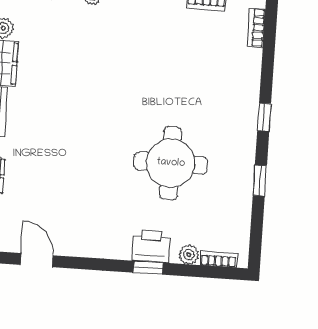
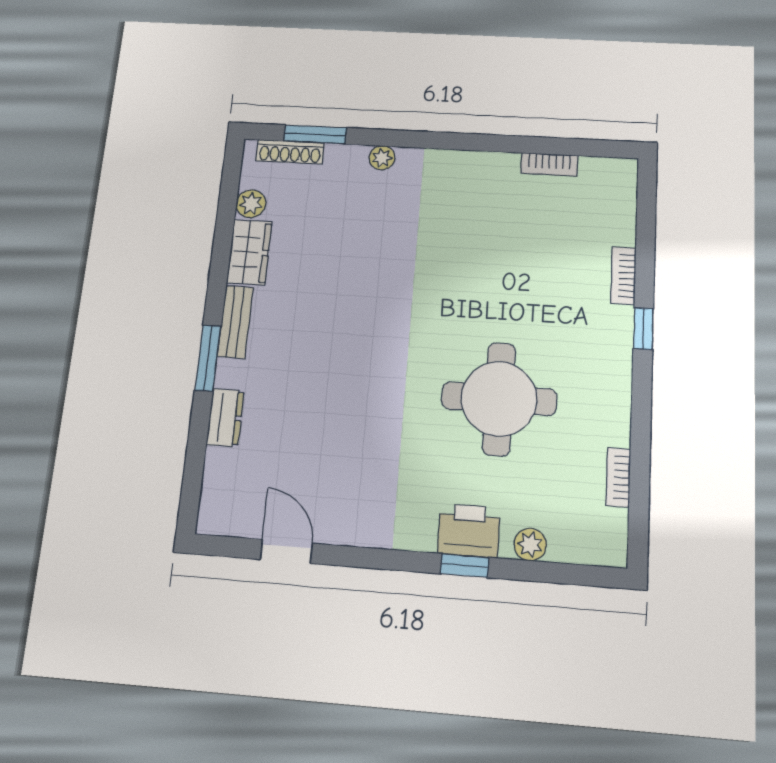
bookcase: (256, 28) -> (623, 276), moved
window: (260, 181) -> (641, 426), removed
bookcase: (218, 259) -> (618, 477), moved, turned -90

